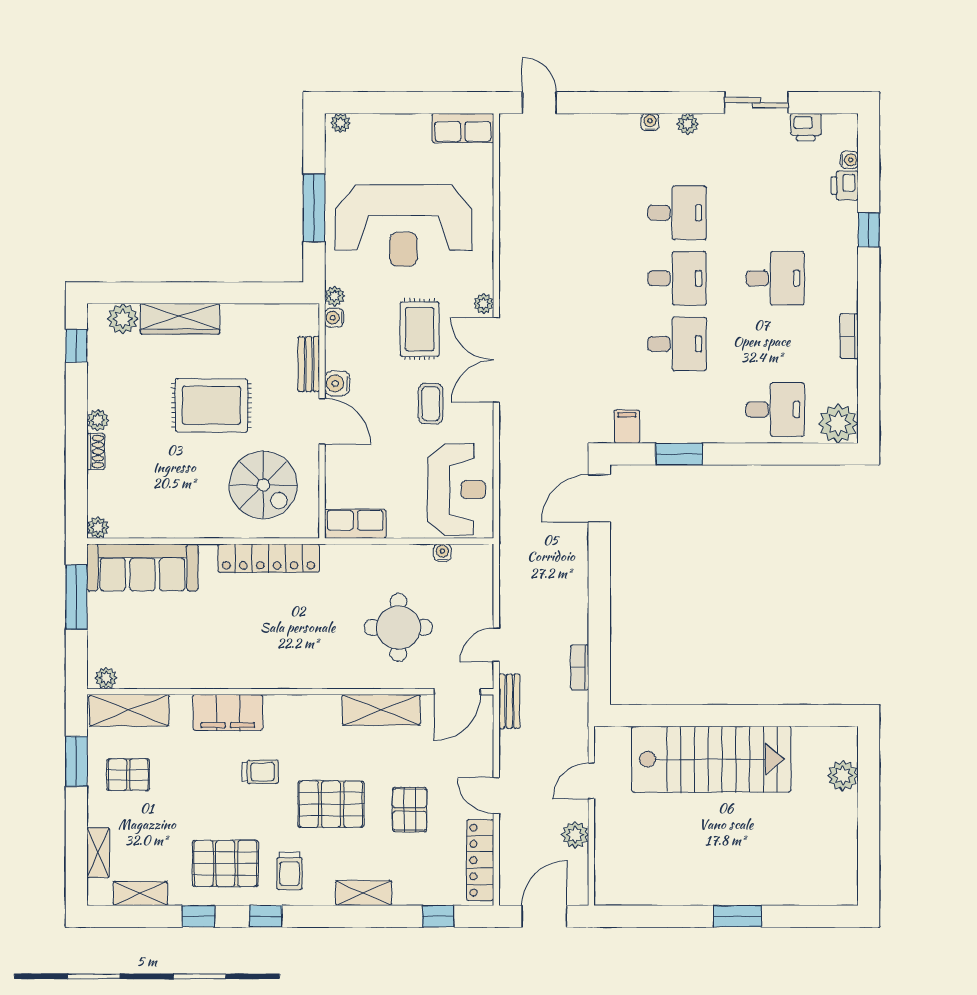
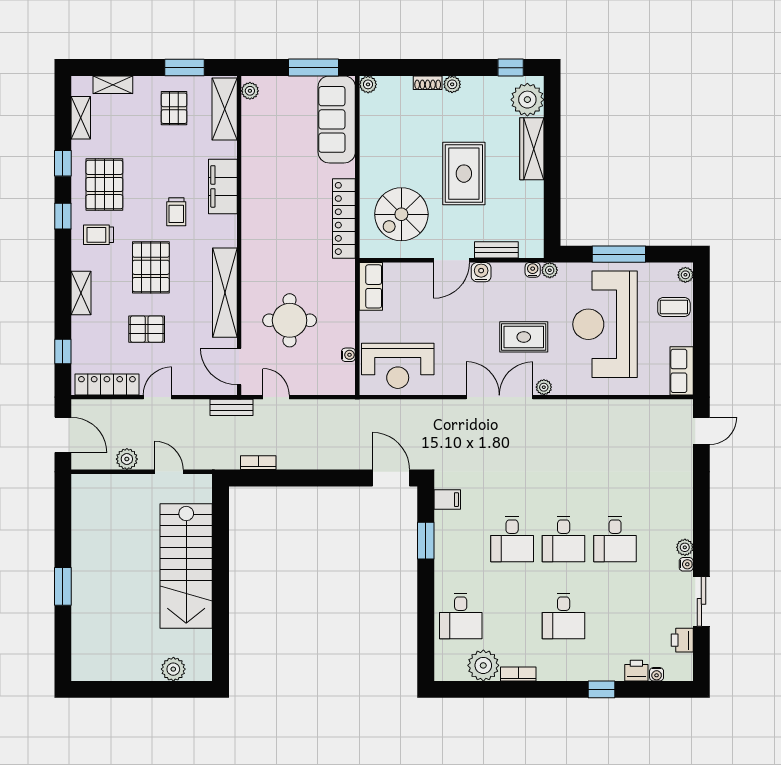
water cooler: (650, 122) -> (686, 564), moved
plant: (123, 319) -> (527, 100), width x1.36, depth x1.36
coffee table: (431, 404) -> (674, 307), moved
plant: (838, 423) -> (483, 665), moved
shelving: (381, 710) -> (225, 293), width x1.47

